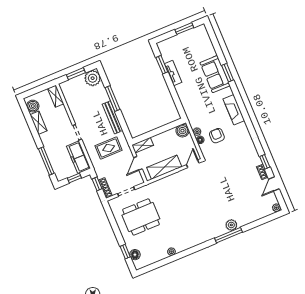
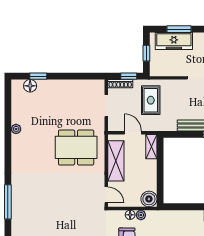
rug: (109, 148) -> (151, 100), moved
freezer: (78, 157) -> (174, 41), moved, turned 180
window: (46, 161) -> (179, 29), width x0.69
dining table: (141, 217) -> (76, 147), moved, turned 90
plant: (231, 225) -> (18, 210), removed

